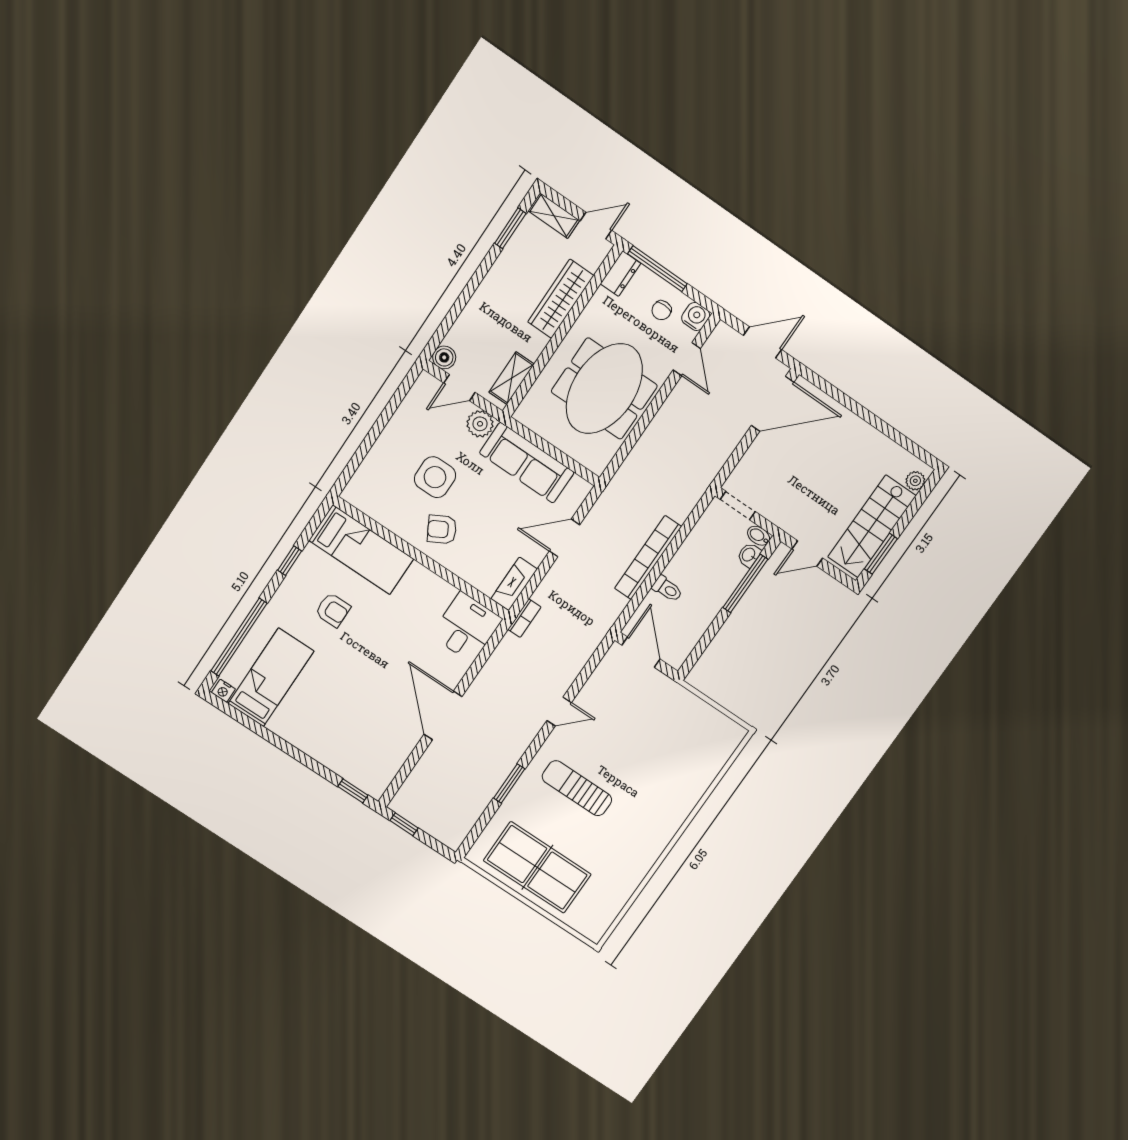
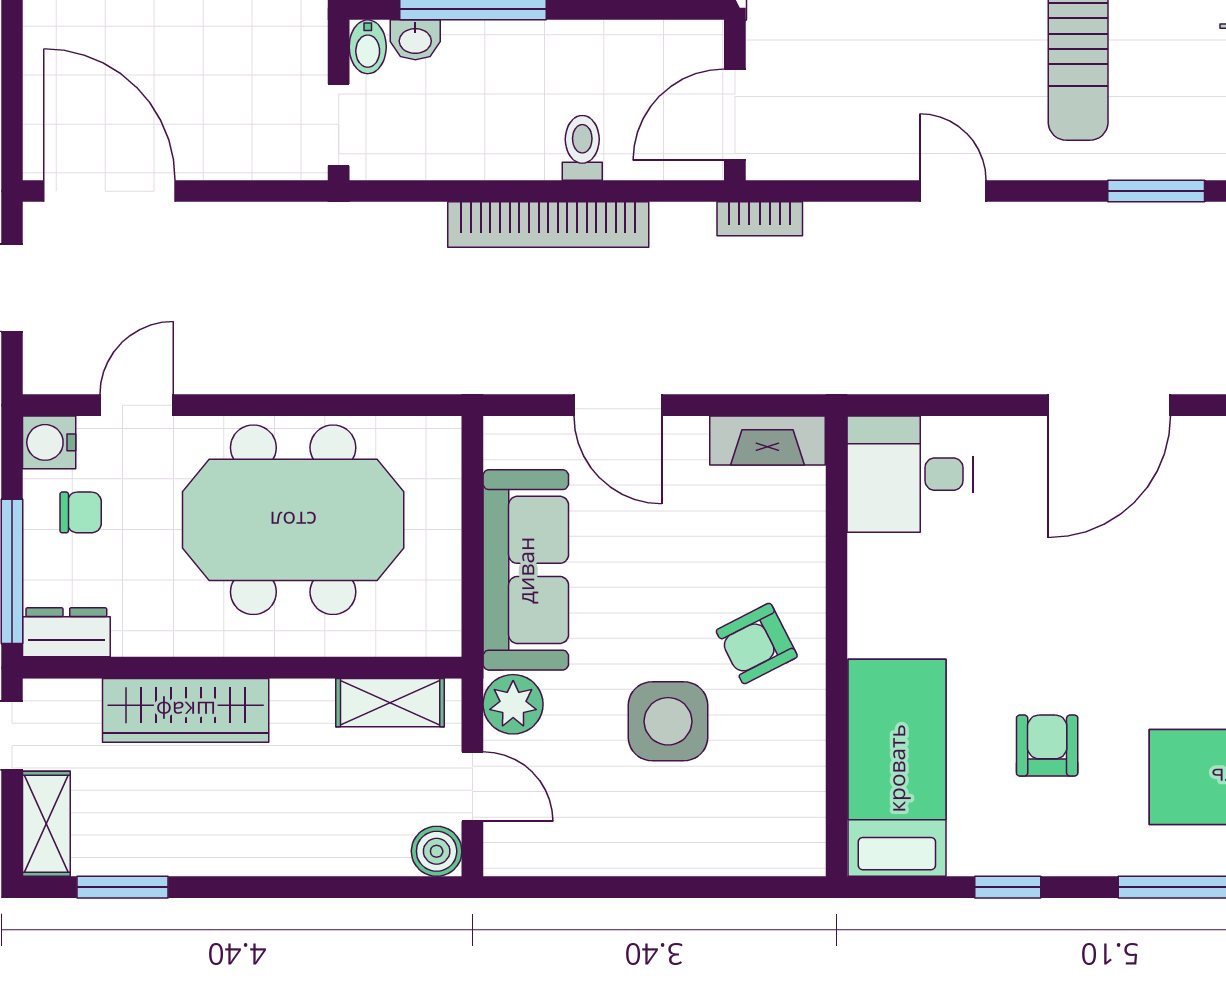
armchair: (442, 529) -> (757, 644), turned 92
bookcase: (524, 618) -> (760, 219), moved, turned 180

